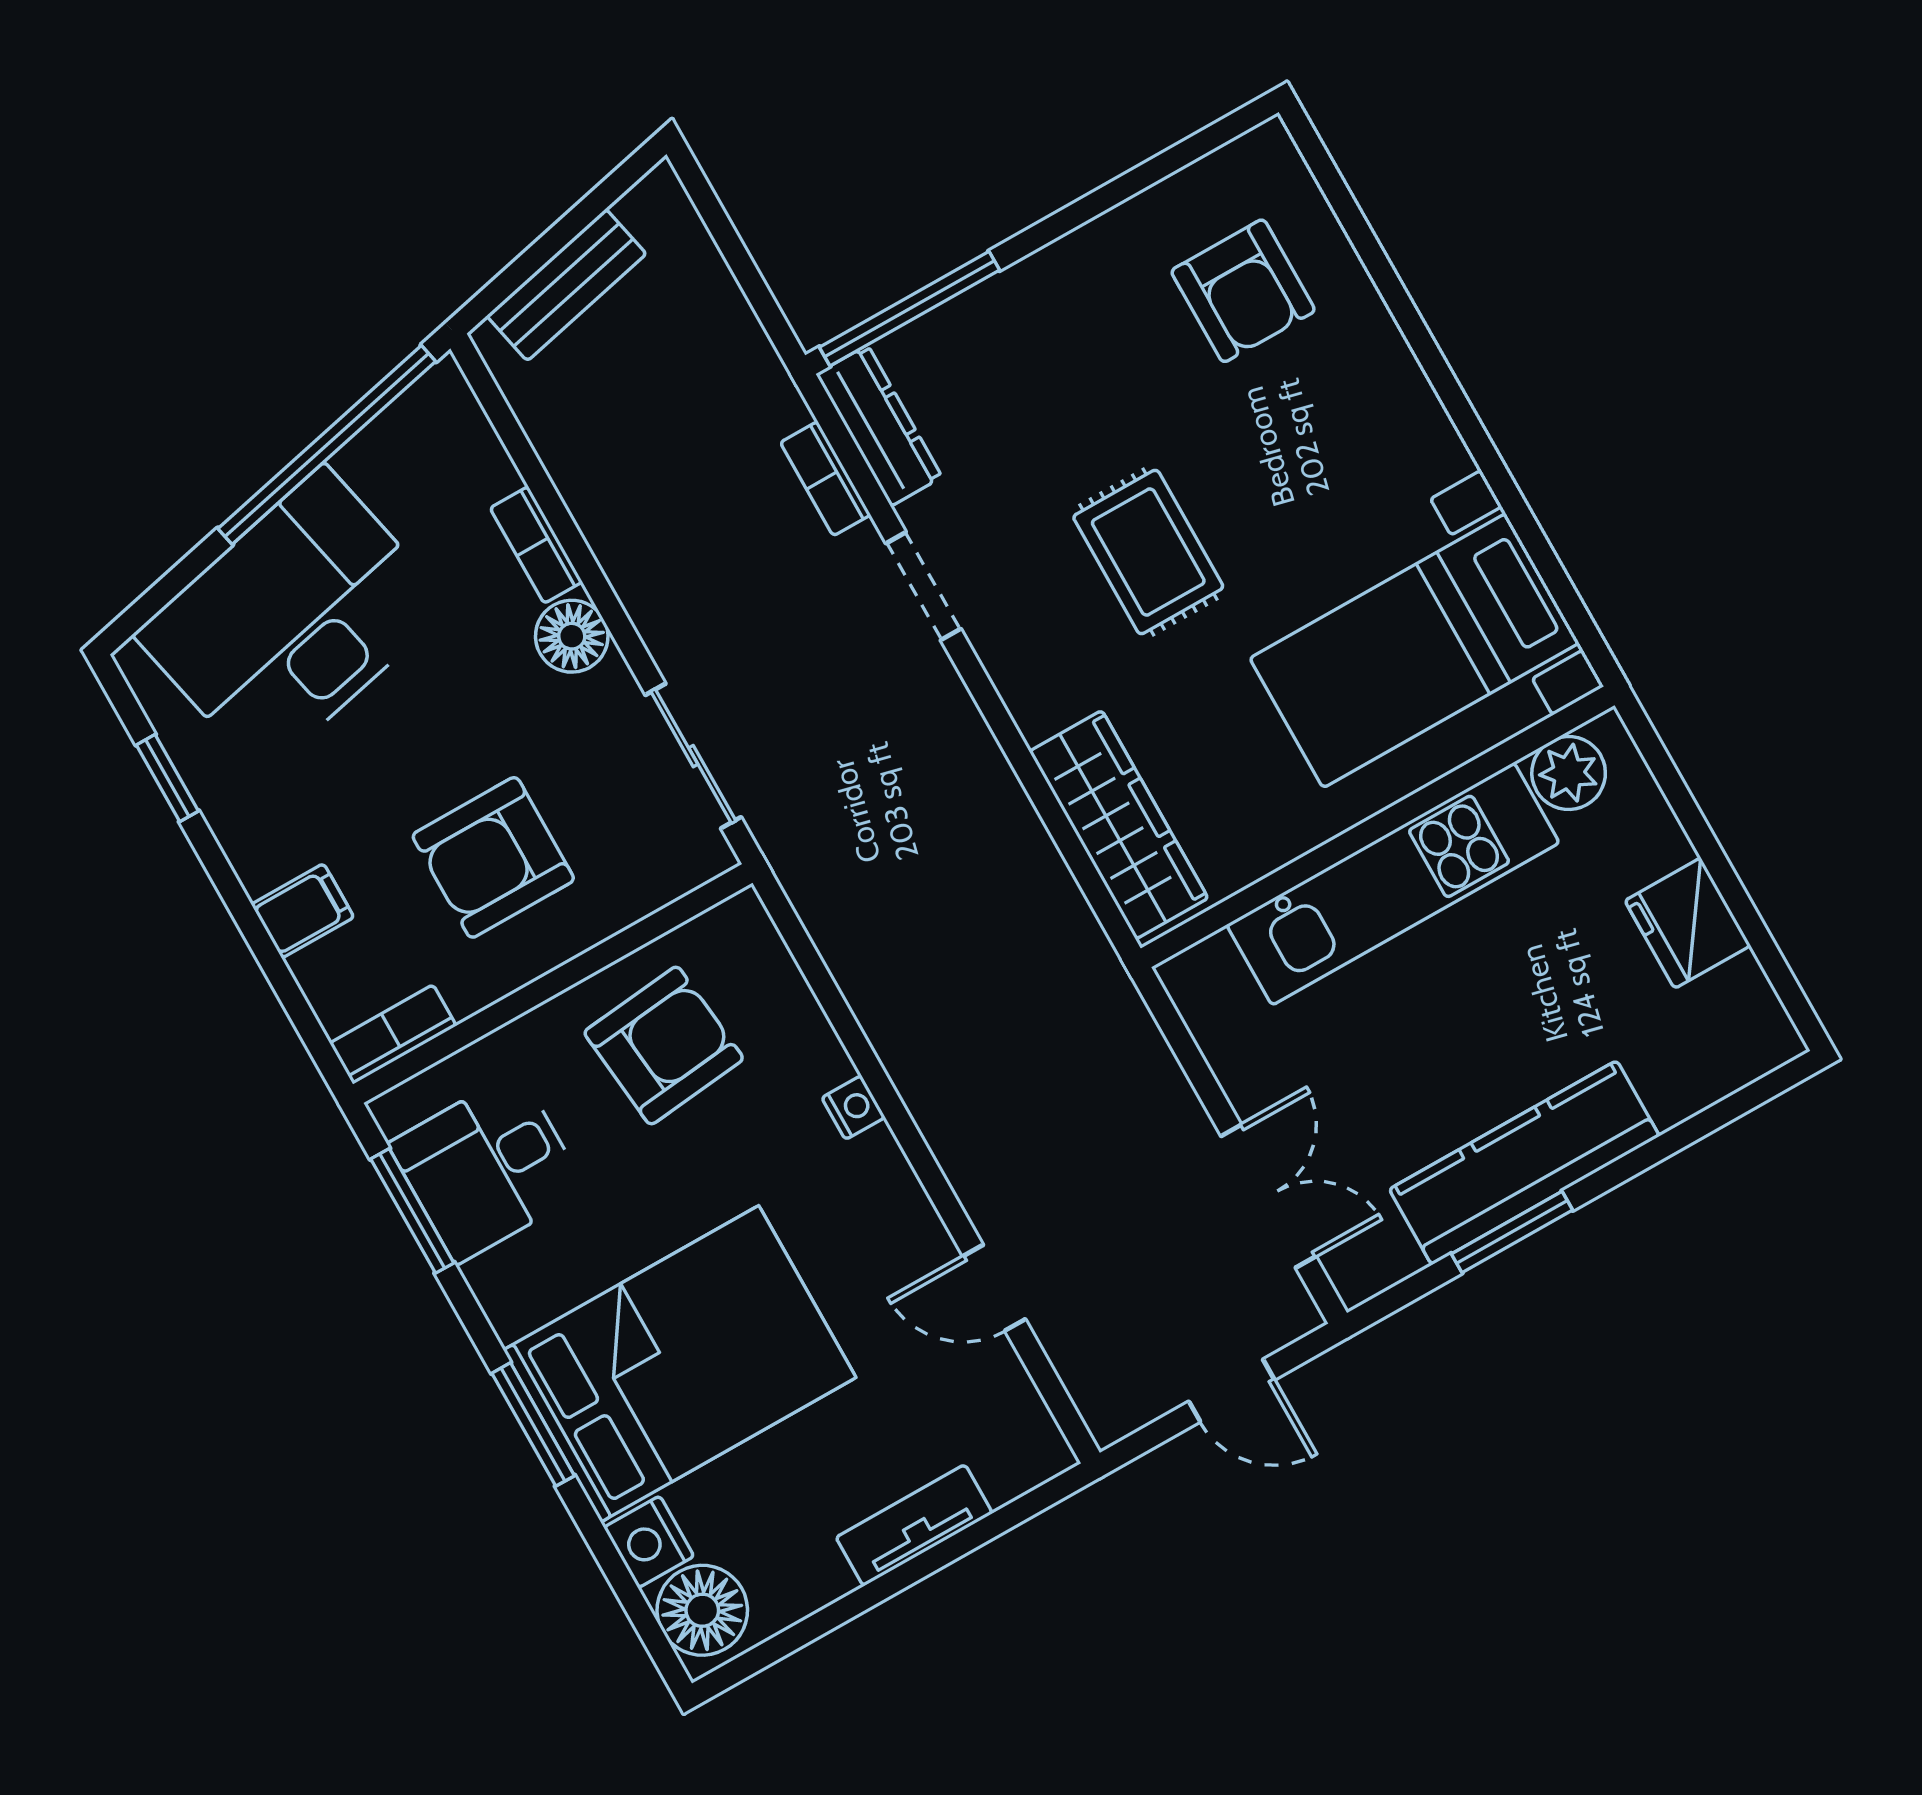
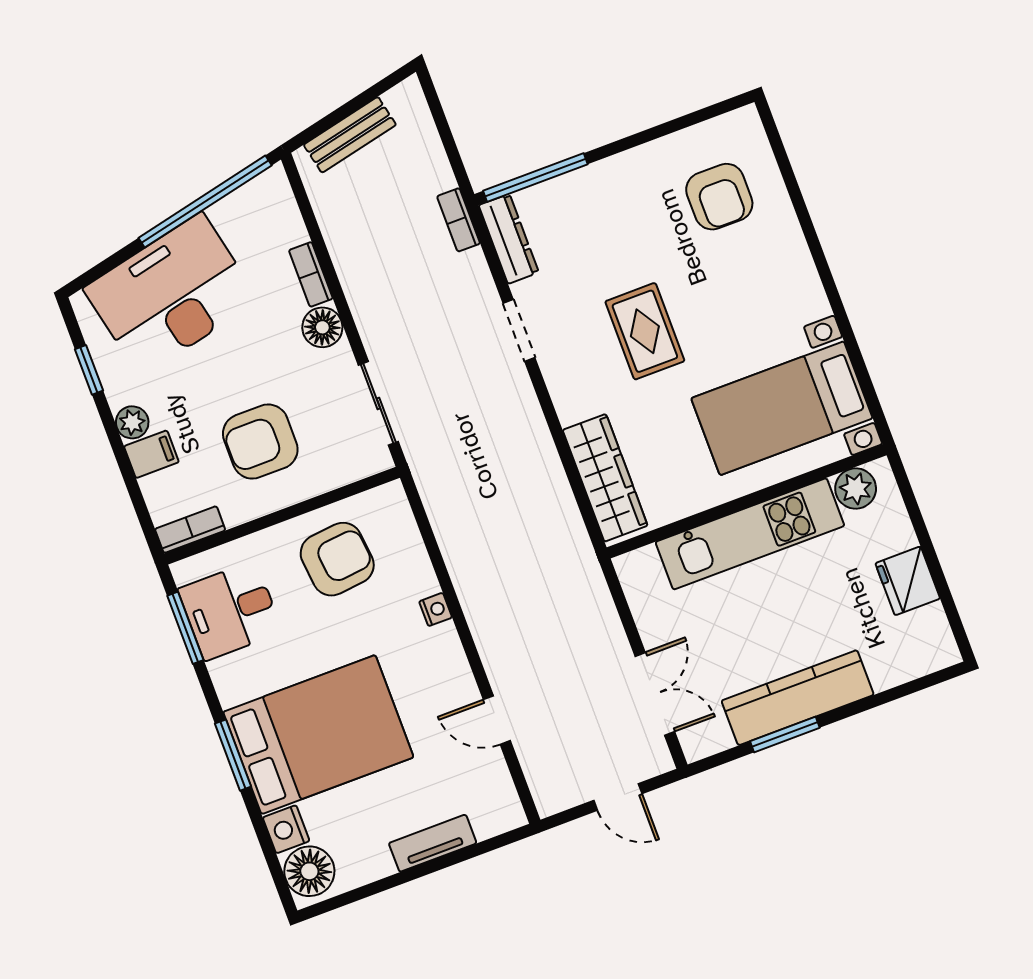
bookcase: (825, 479) -> (459, 220), moved
plant: (259, 859) -> (132, 422), added

